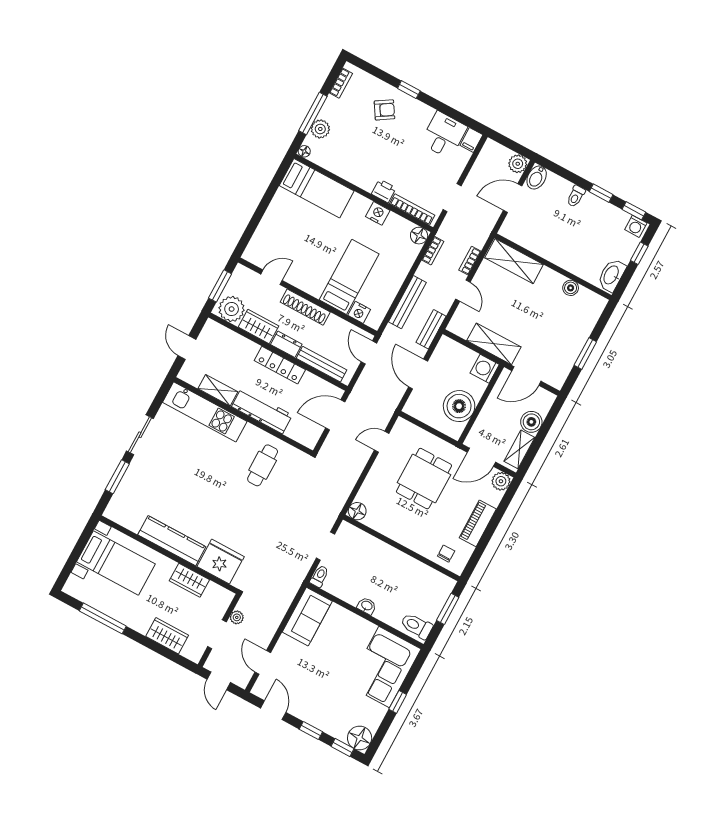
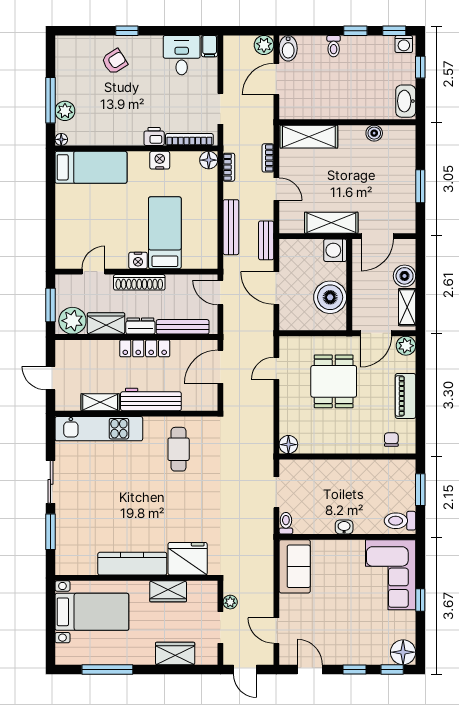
bookcase: (341, 83) -> (61, 58), removed
nightstand: (359, 312) -> (138, 260), moved

